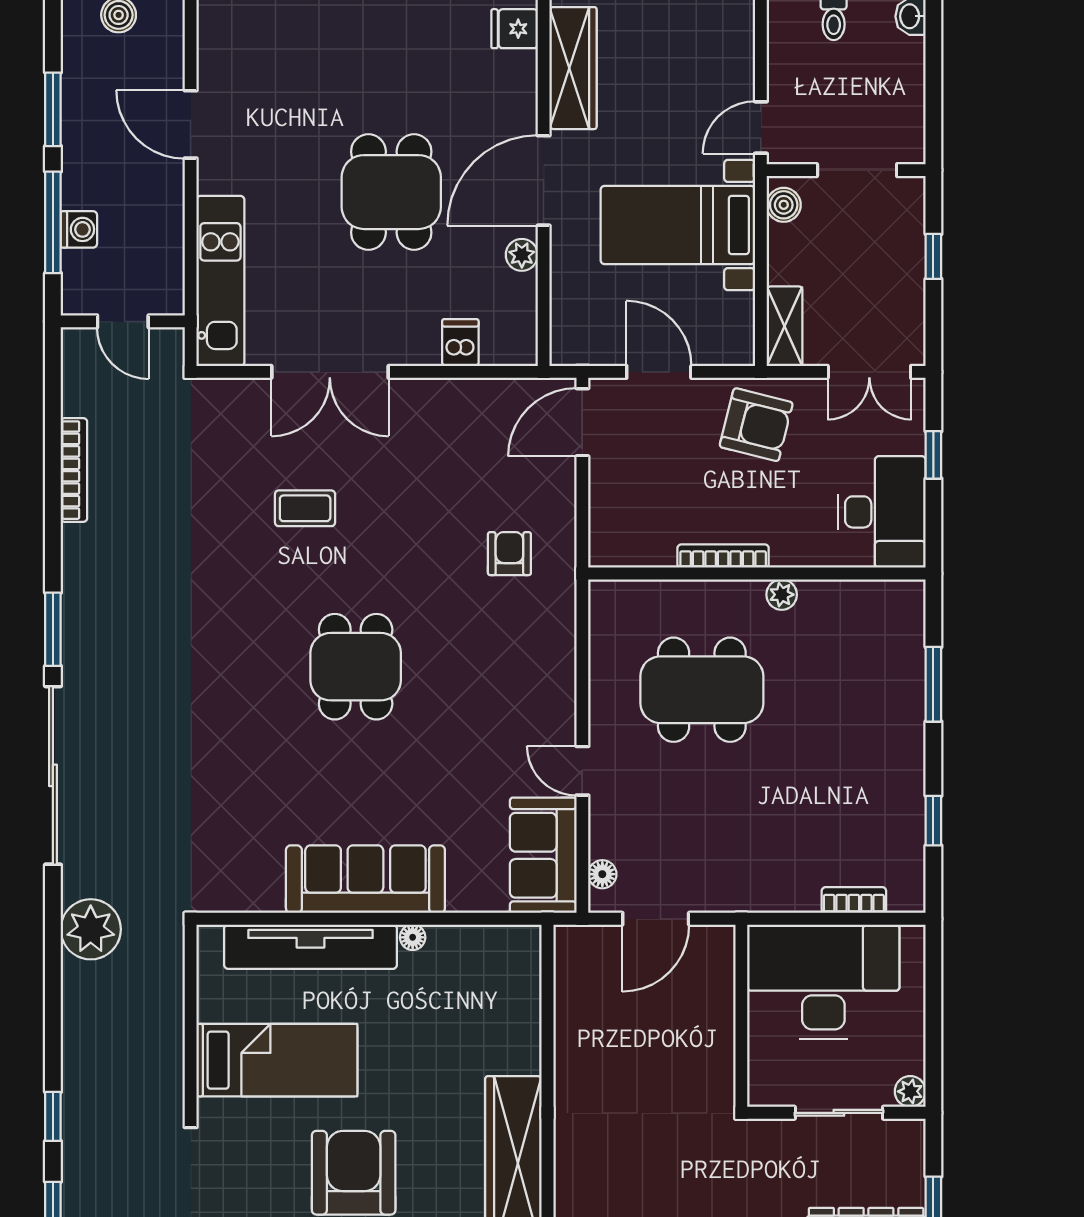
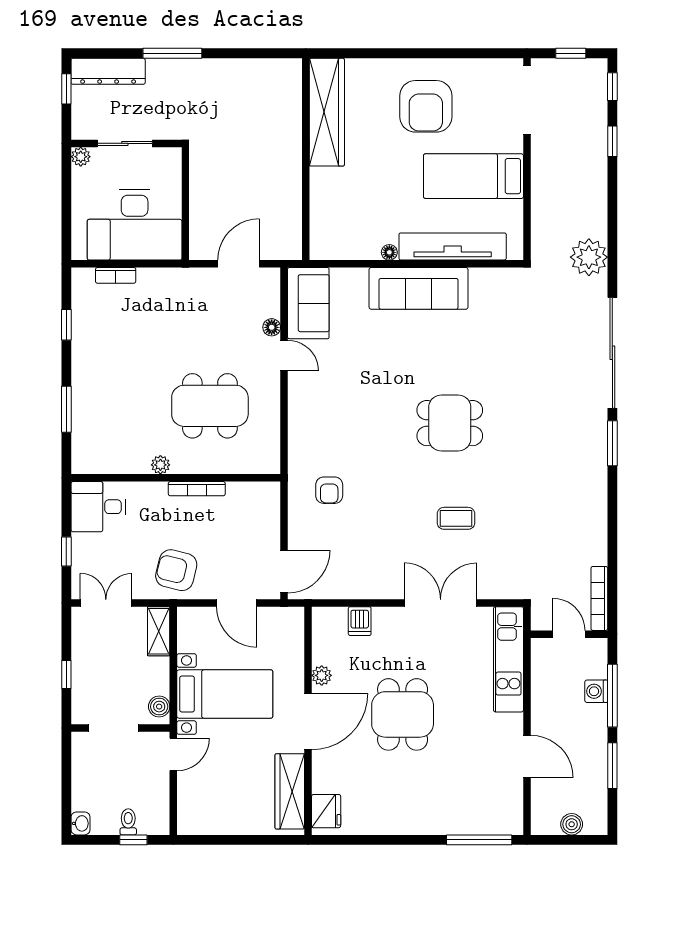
fridge: (515, 29) -> (326, 811), width x1.38
bookcase: (74, 470) -> (599, 598), moved
desk: (882, 512) -> (98, 507), width x0.73
dining table: (356, 667) -> (450, 423), moved, turned 90
floor lamp: (602, 874) -> (272, 327), moved

